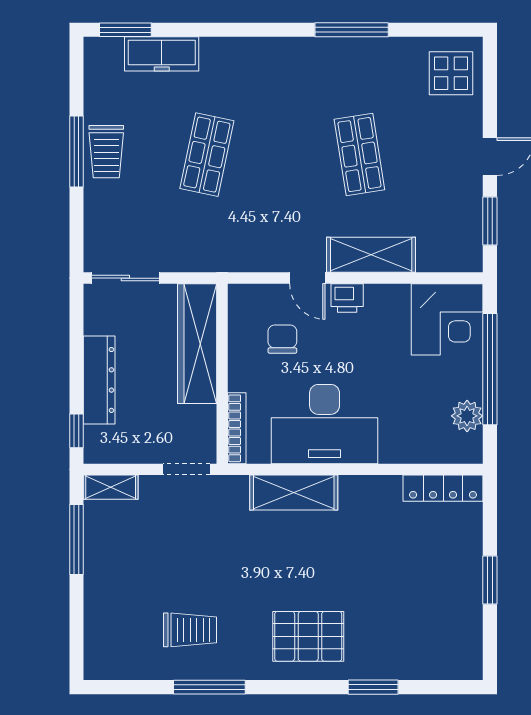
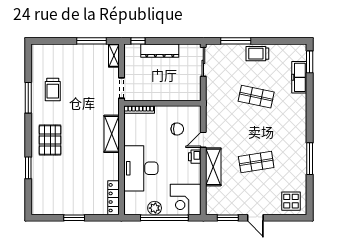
window: (77, 151) -> (236, 41), moved
wardrobe: (197, 344) -> (175, 93), removed
plant: (467, 416) -> (155, 208), moved
desk: (325, 424) -> (141, 168), moved

